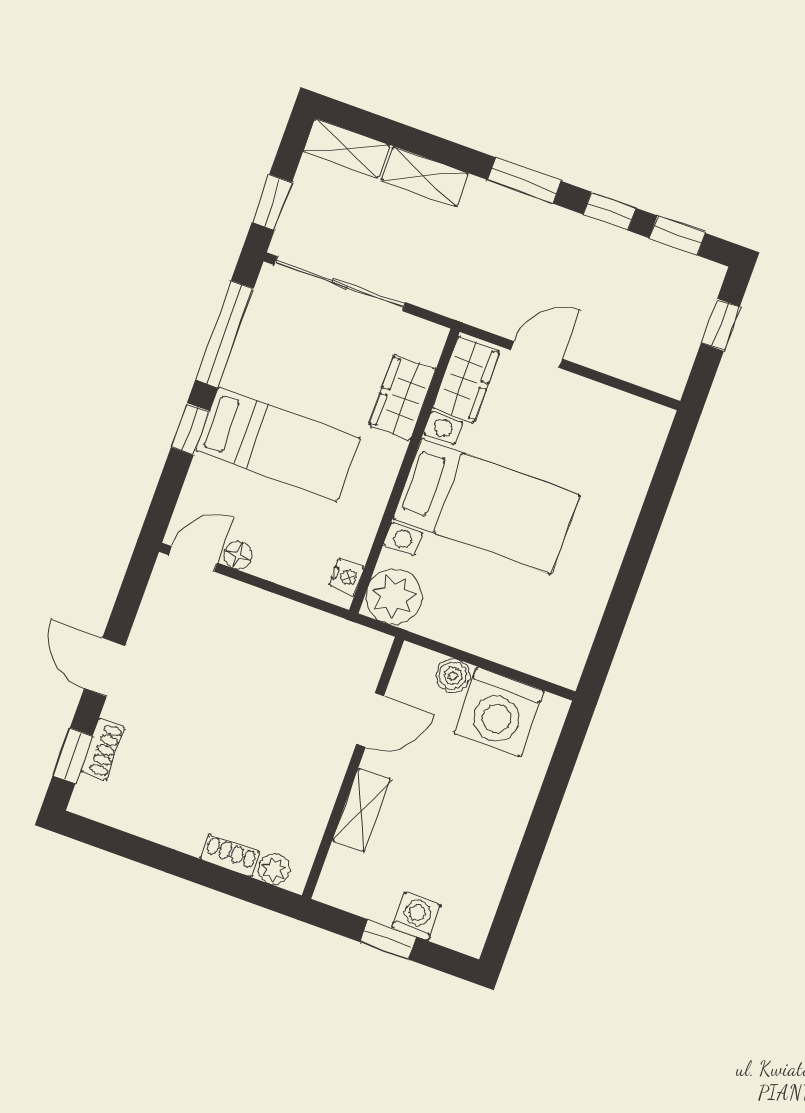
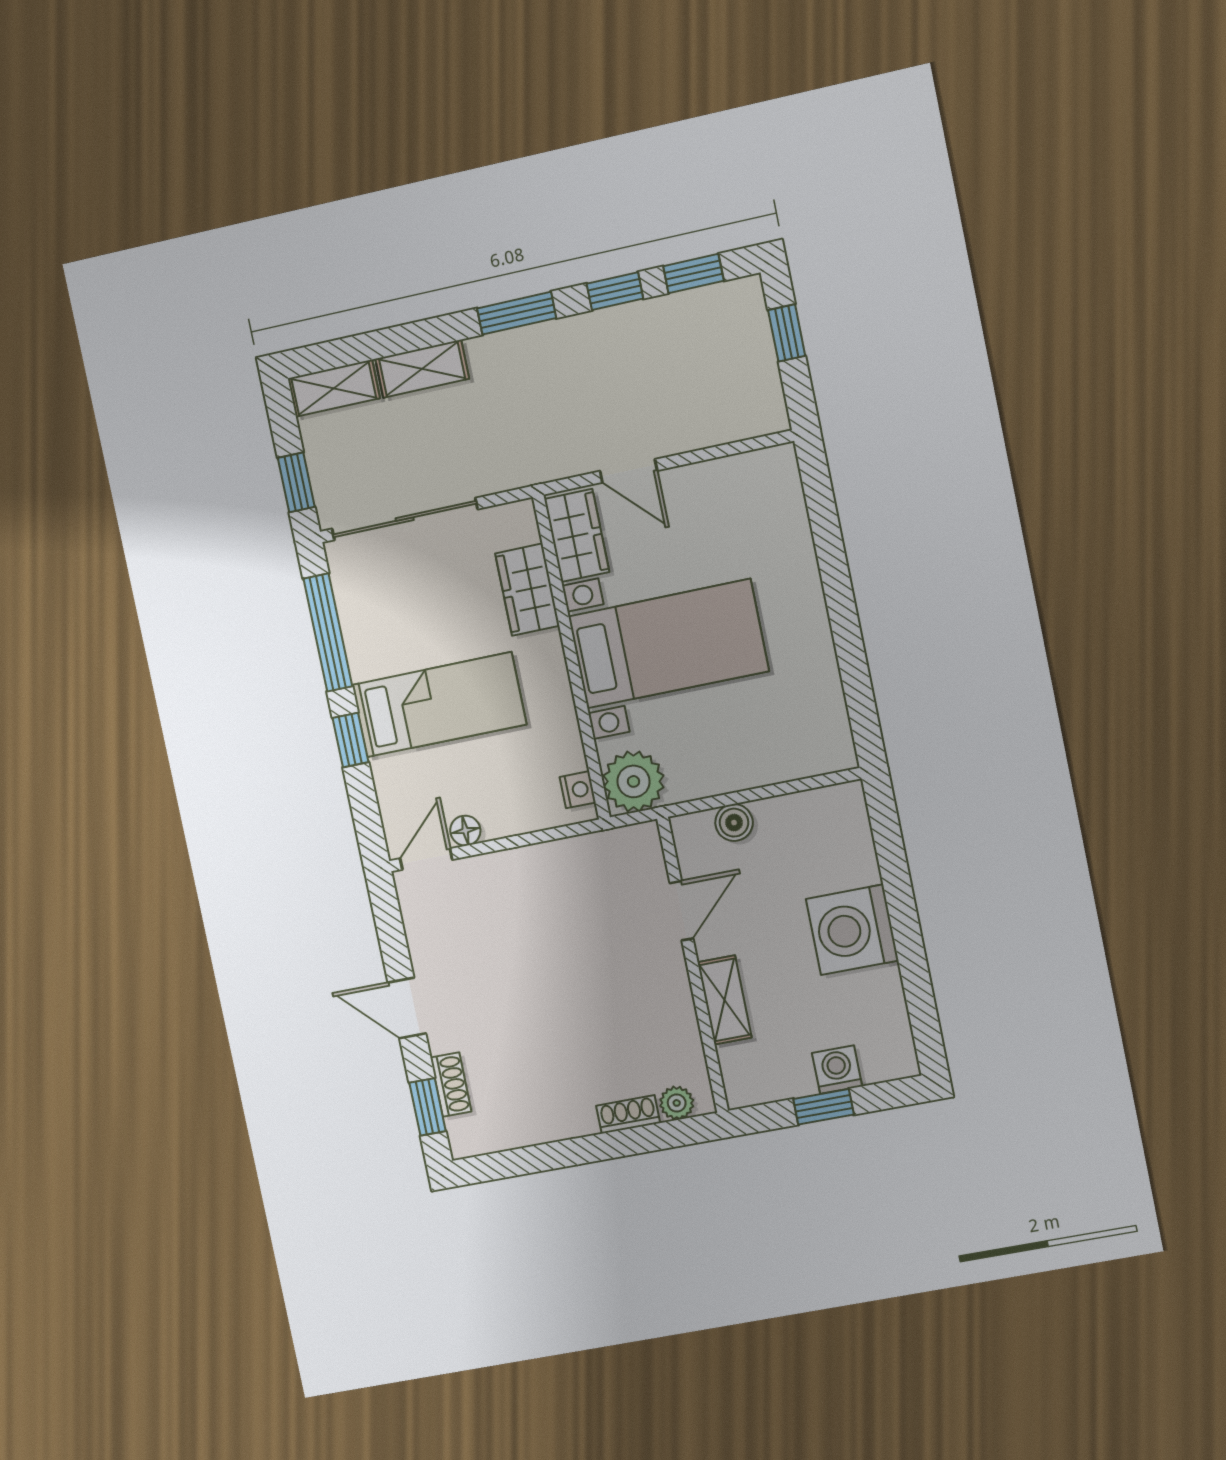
door: (537, 354) -> (629, 471), swing flipped
washing machine: (499, 712) -> (852, 930), moved, turned 90

